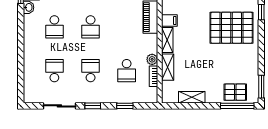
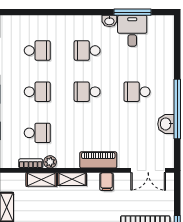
filing cabinet: (169, 21) -> (106, 182), moved
school desk: (127, 71) -> (37, 133), turned 180

